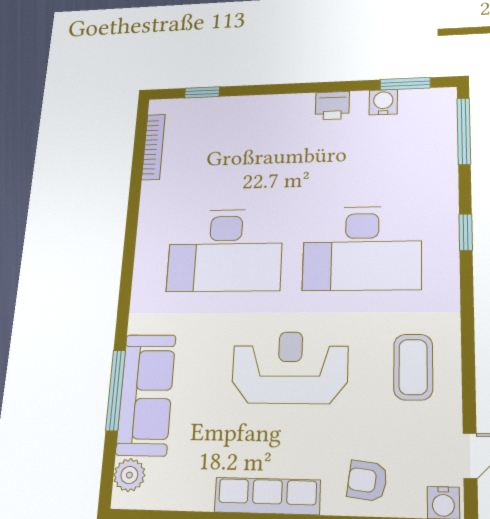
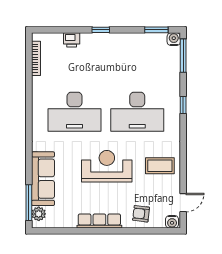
window: (202, 92) -> (101, 30), moved
water cooler: (383, 102) -> (174, 39), moved
printer: (332, 106) -> (72, 40), moved
coffee table: (413, 367) -> (160, 166), turned 90
window: (116, 390) -> (29, 203), moved

